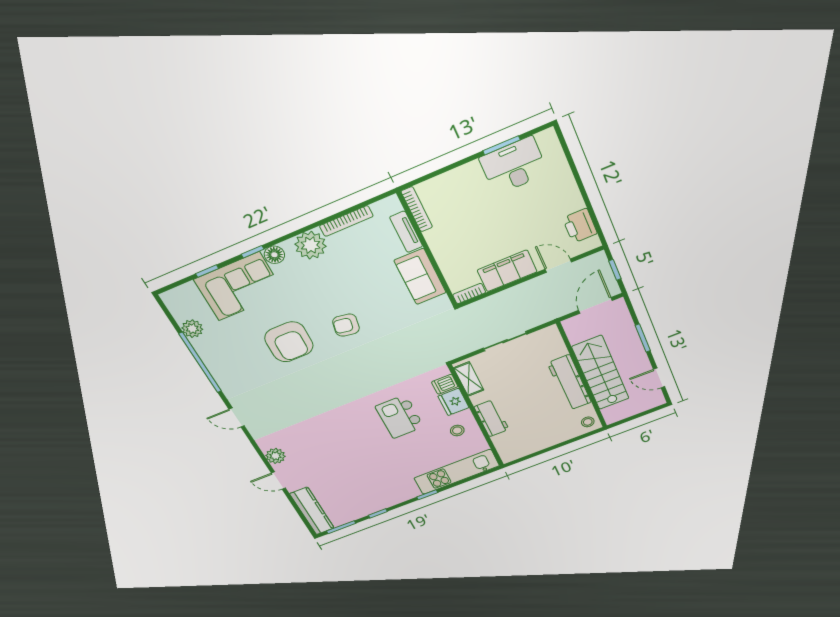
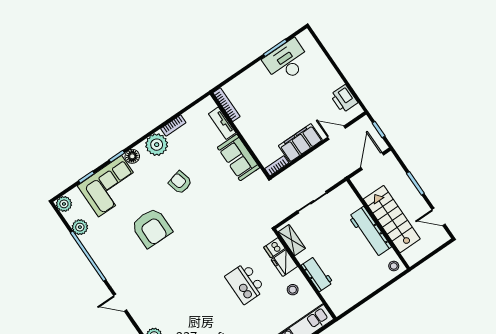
bookcase: (346, 221) -> (173, 125), width x0.64
plant: (173, 299) -> (64, 204), added
armchair: (346, 325) -> (180, 182), moved, turned 66

